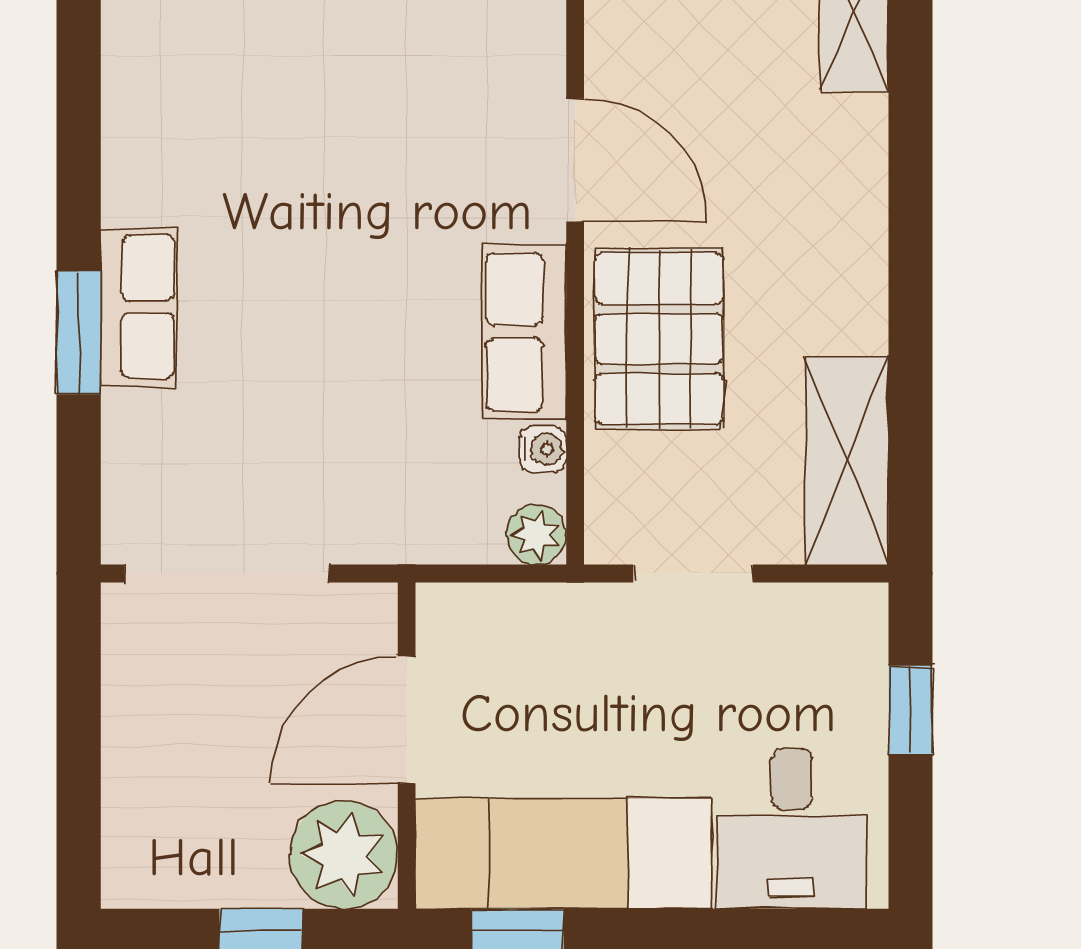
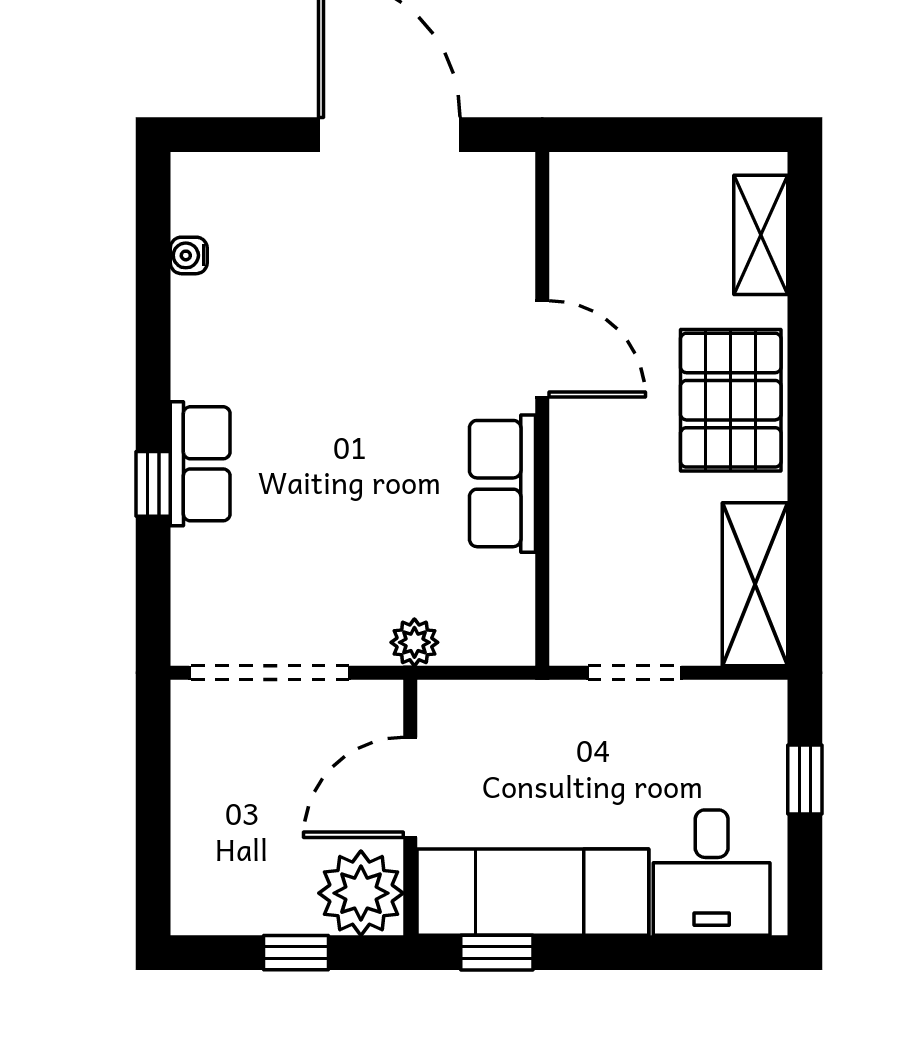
window: (79, 332) -> (153, 484), width x0.67
pallet: (659, 339) -> (731, 400), moved
water cooler: (543, 449) -> (189, 255), moved, turned 180
plant: (536, 535) -> (414, 642), moved

